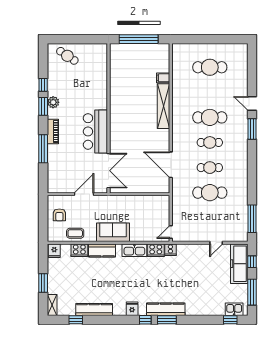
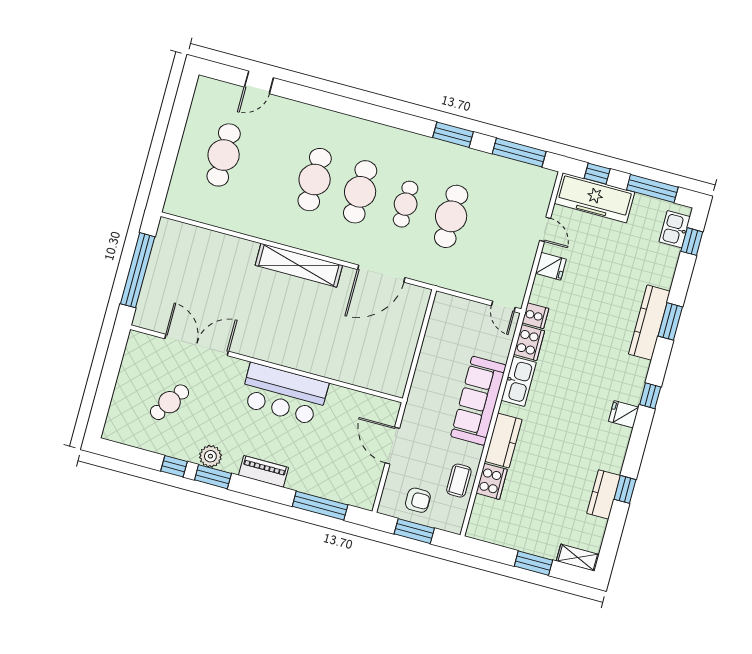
cafe table: (67, 56) -> (170, 402), moved
filing cabinet: (163, 78) -> (220, 245), removed
door: (252, 104) -> (259, 82), moved
shelving: (164, 106) -> (299, 265), moved
window: (252, 129) -> (453, 135), moved
cafe table: (210, 142) -> (360, 192), width x1.37, depth x1.35
window: (43, 149) -> (320, 506), moved
double door: (108, 171) -> (197, 345), moved
window: (43, 217) -> (414, 531), added
sofa: (113, 232) -> (478, 401), width x1.36
fridge: (54, 251) -> (551, 266), moved
kitchen counter: (166, 309) -> (649, 323), moved
kitchen counter: (94, 310) -> (604, 494), width x0.67
window: (76, 320) -> (625, 489), moved
window: (167, 320) -> (670, 321), moved

